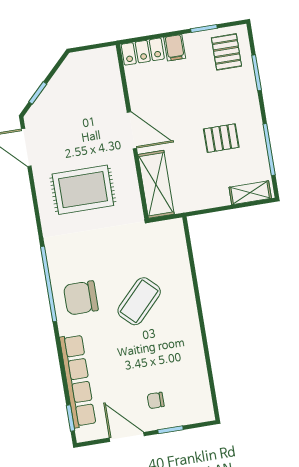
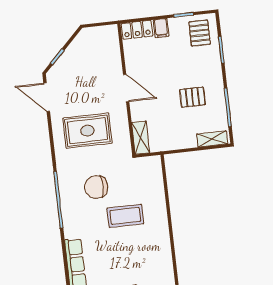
shelving: (156, 184) -> (141, 138), width x0.67, depth x0.75
chair: (81, 298) -> (96, 187), moved
coffee table: (139, 301) -> (125, 216), turned 46

